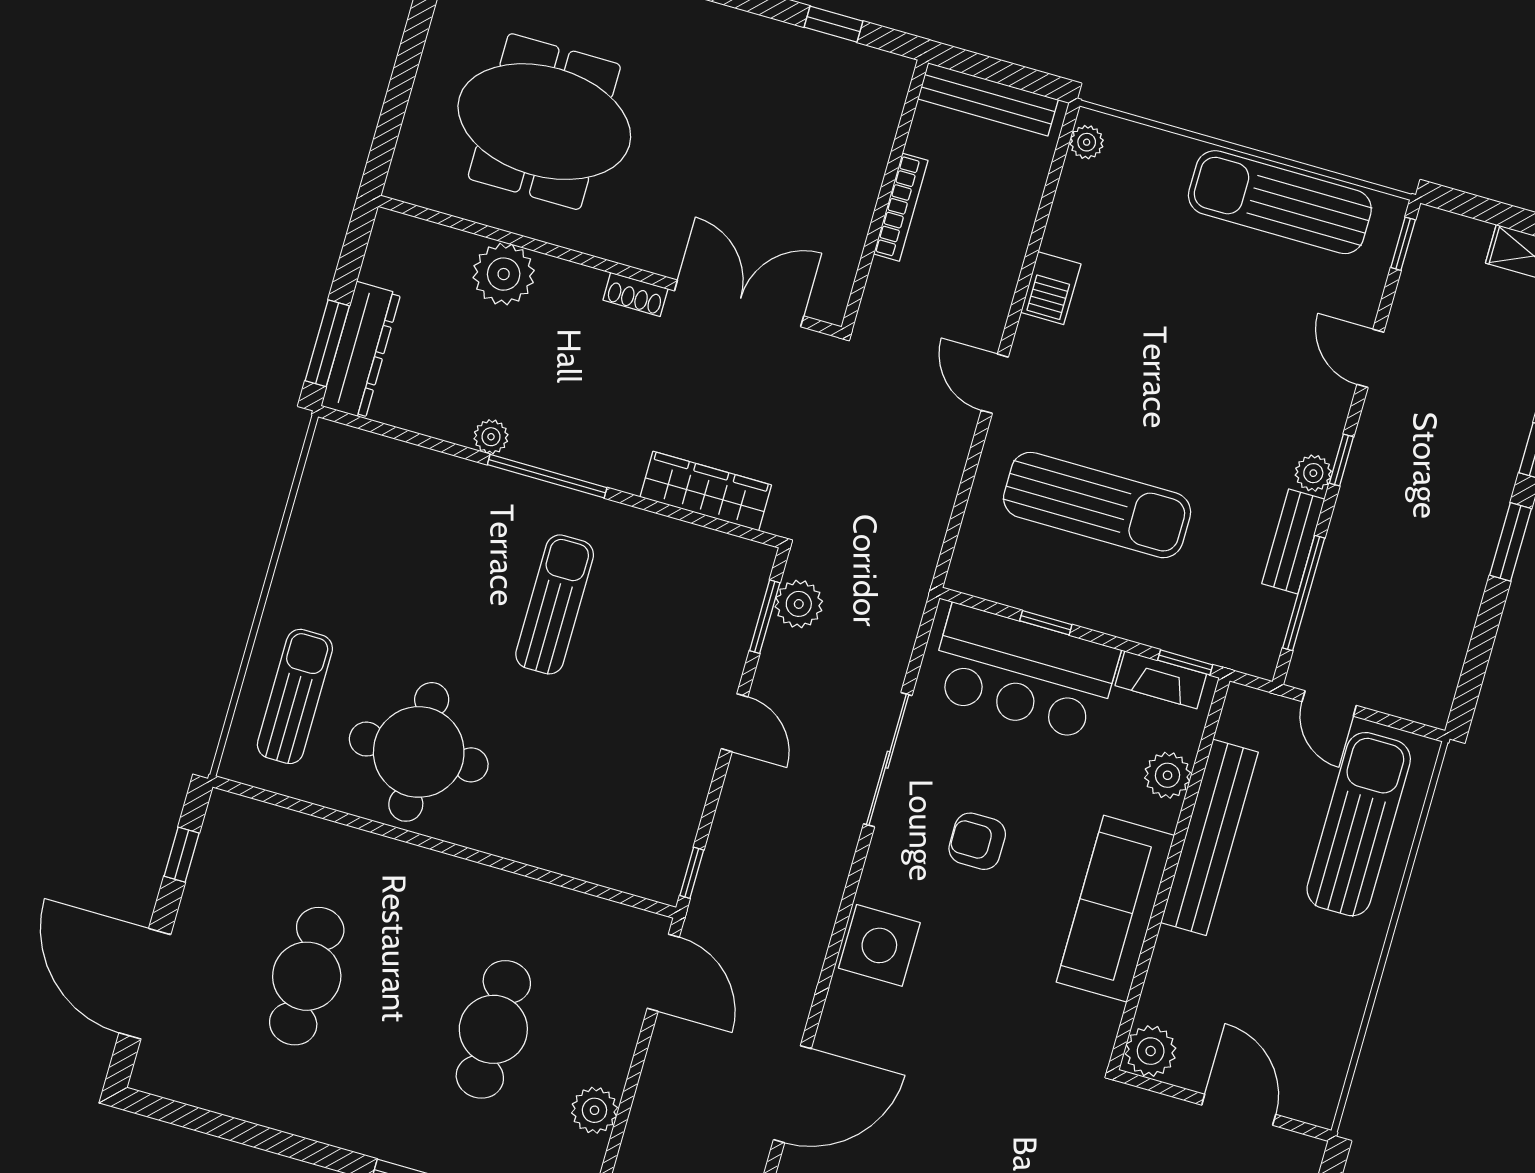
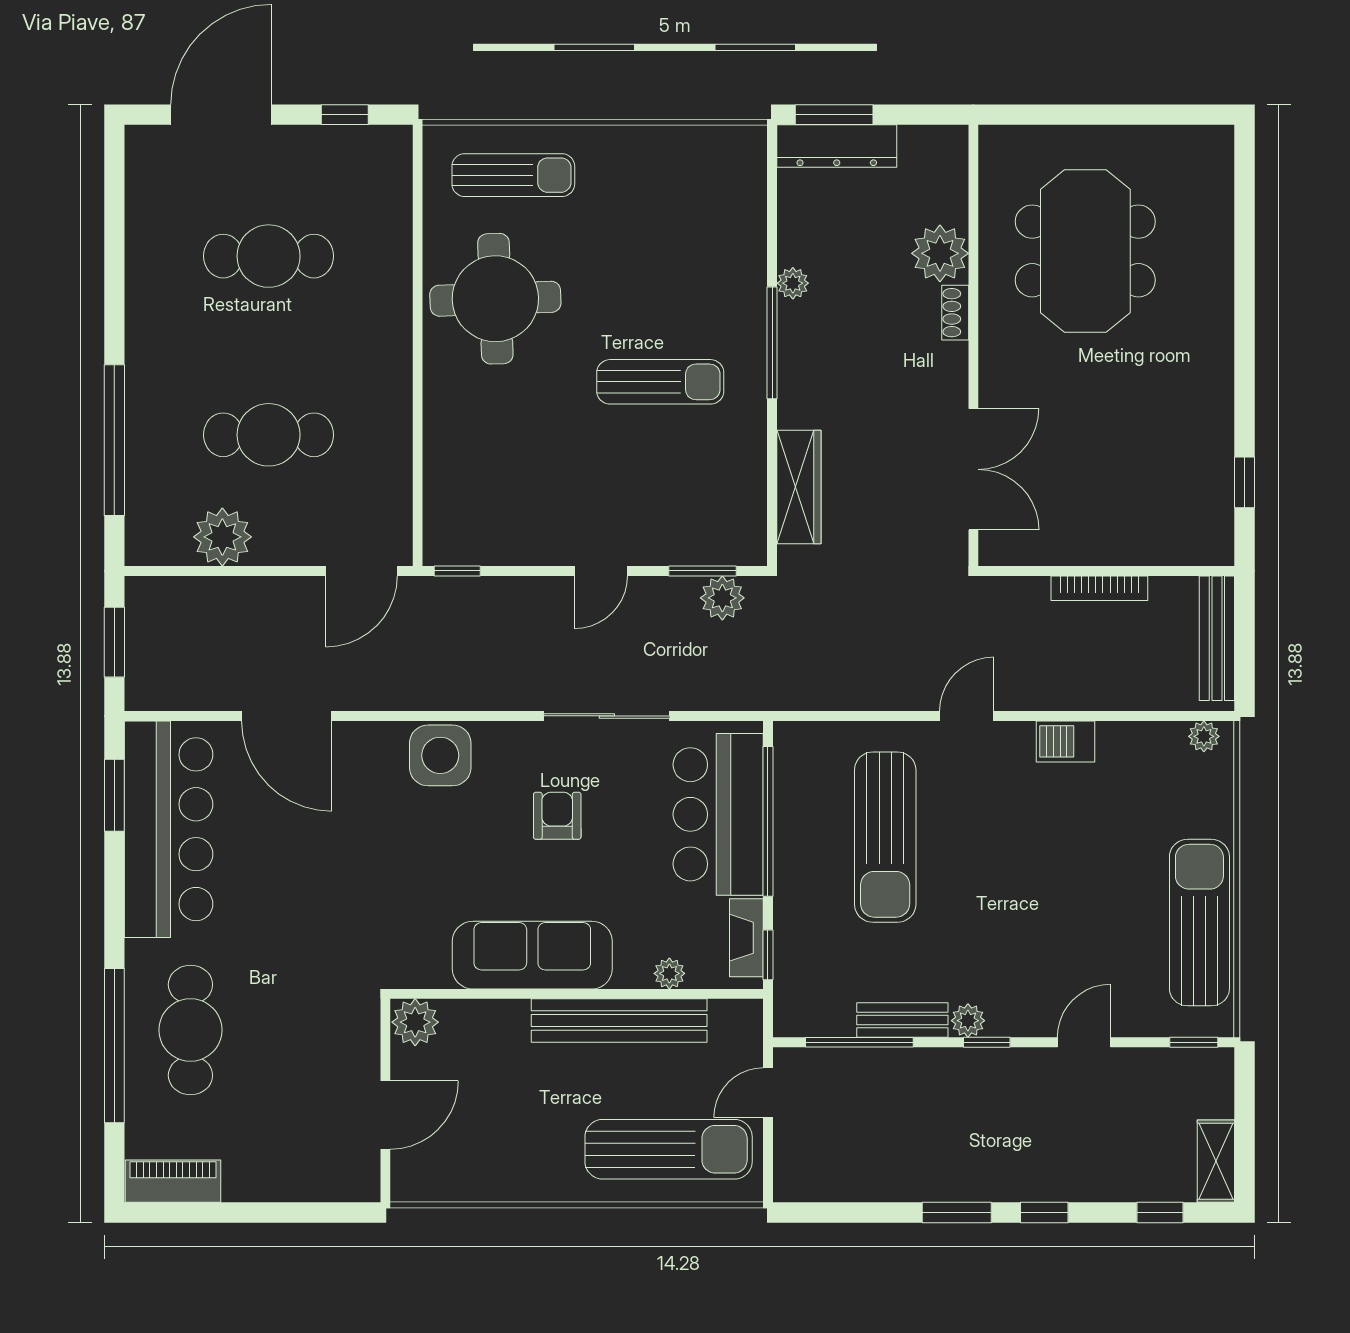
shoe rack: (635, 294) -> (955, 313), moved
window: (1046, 623) -> (768, 821), width x3.17
plant: (1168, 775) -> (669, 973), width x0.73, depth x0.73
plant: (594, 1110) -> (222, 537), width x1.36, depth x1.36

